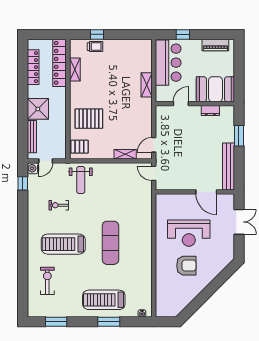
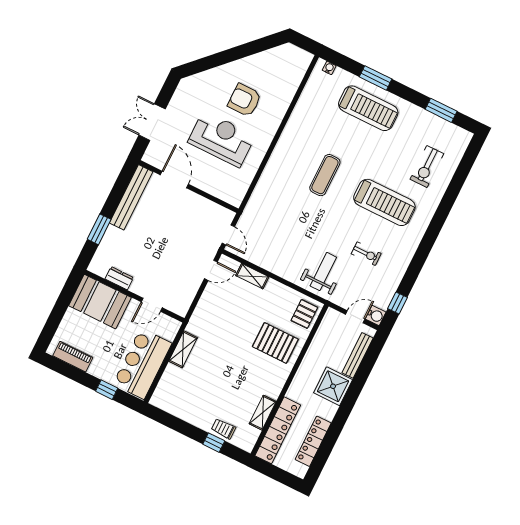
pallet: (79, 147) -> (304, 314), turned 90
exercise mat: (110, 243) -> (325, 175), width x0.73, depth x0.69

